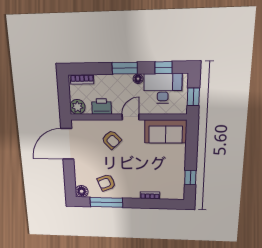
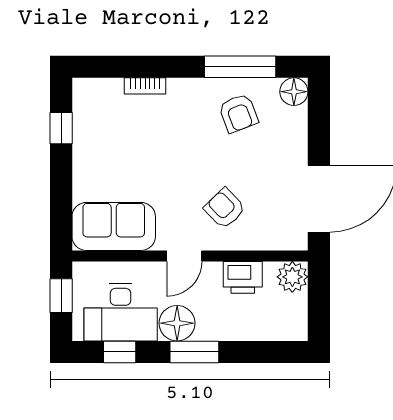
bookcase: (82, 79) -> (280, 332), removed
floor lamp: (138, 79) -> (177, 323), width x1.89, depth x1.89
armchair: (106, 183) -> (238, 113), turned 91

